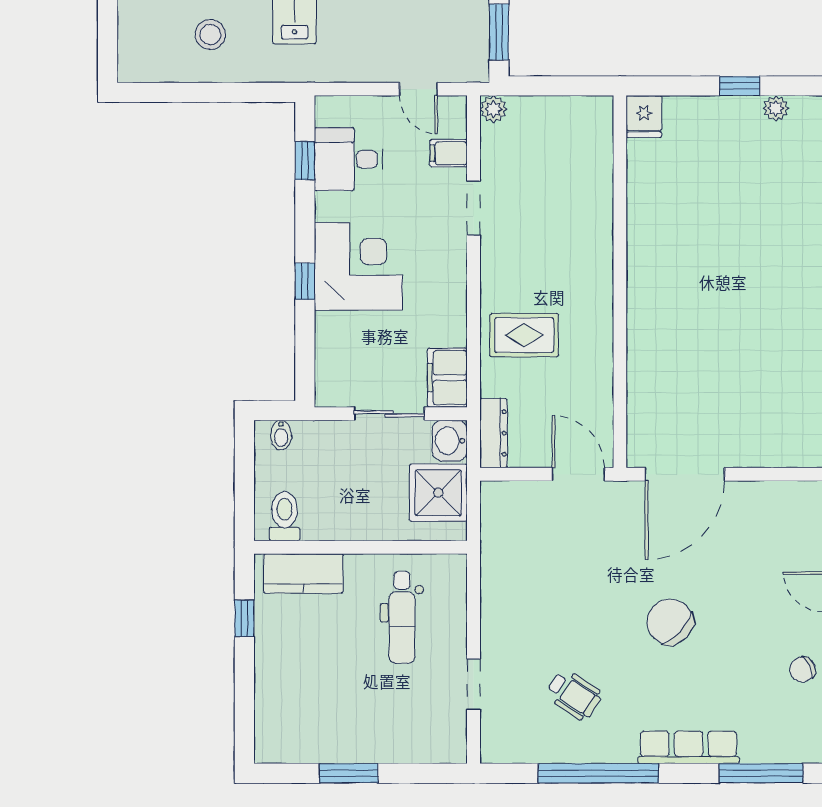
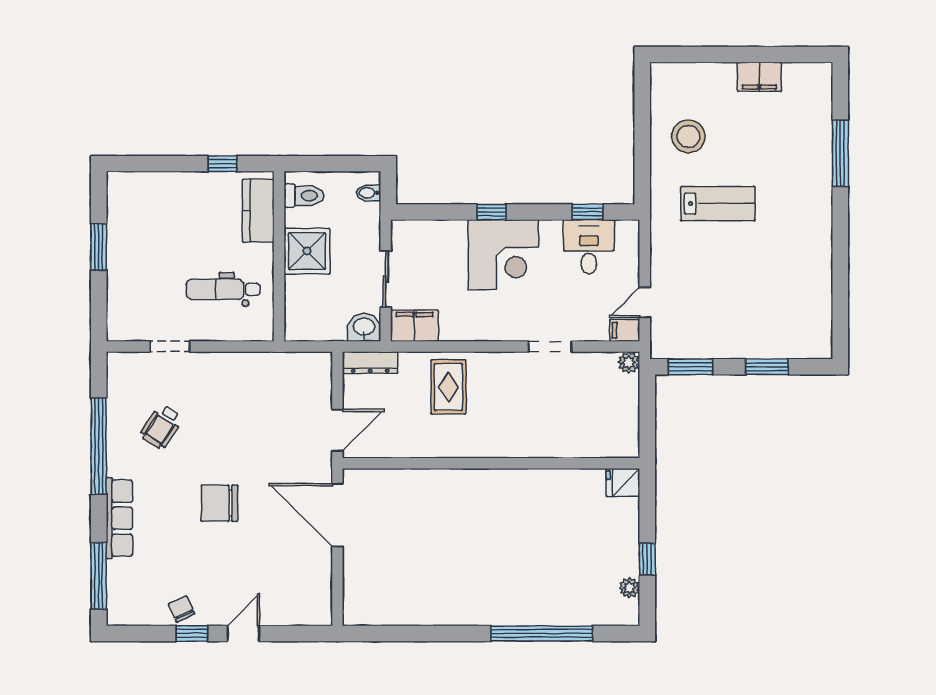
stool: (210, 34) -> (688, 136), width x1.38, depth x1.38
filing cabinet: (449, 153) -> (625, 330), moved, turned -90
shower: (438, 493) -> (307, 251), moved
chair: (670, 622) -> (219, 503), turned -133

